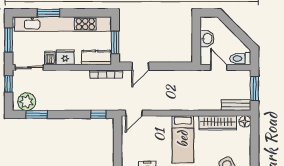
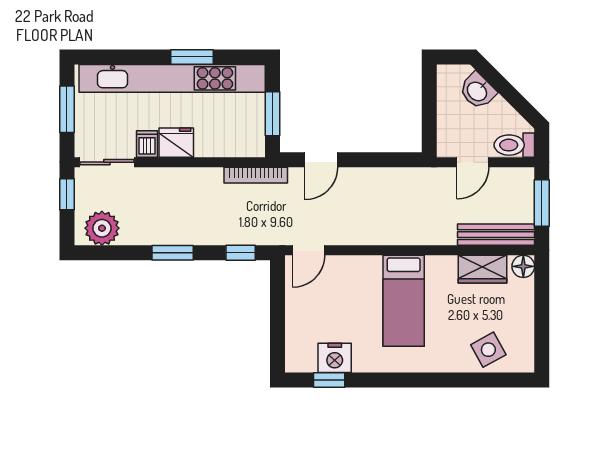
window: (49, 13) -> (192, 57), moved
washbasin: (207, 39) -> (477, 91), moved, turned 135
kitchen counter: (97, 58) -> (237, 143), removed
door: (219, 67) -> (473, 162), swing flipped
bench: (236, 105) -> (496, 235), width x1.36
window: (37, 114) -> (173, 253), moved
wardrobe: (218, 123) -> (483, 269), width x0.67

